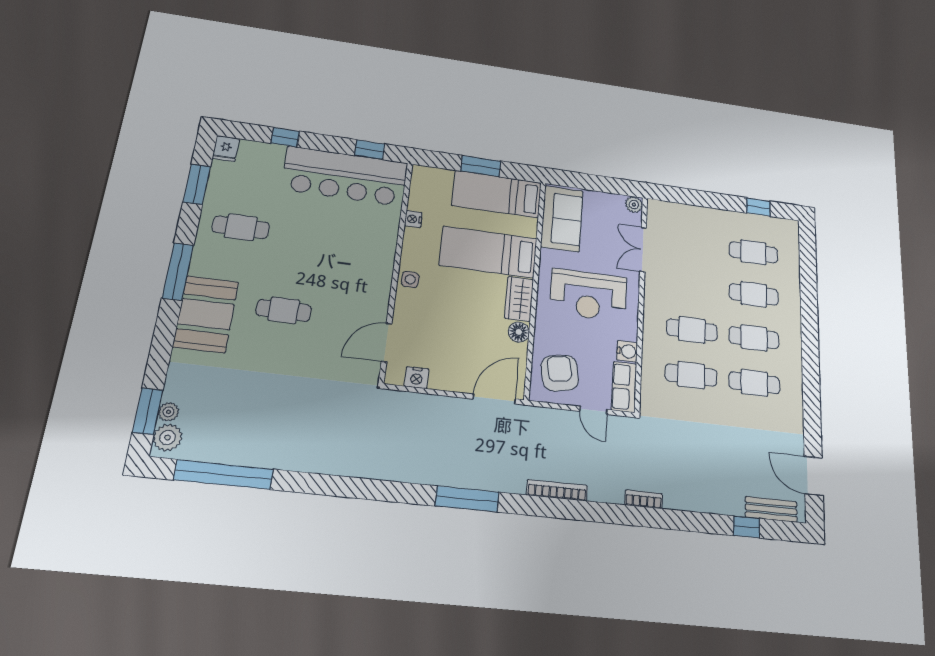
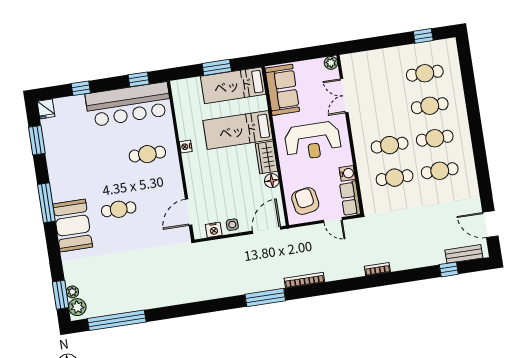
nightstand: (413, 219) -> (186, 147), moved
cafe table: (241, 227) -> (147, 154), moved
side table: (410, 279) -> (232, 225), moved
bookcase: (557, 490) -> (304, 280), moved

